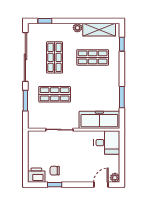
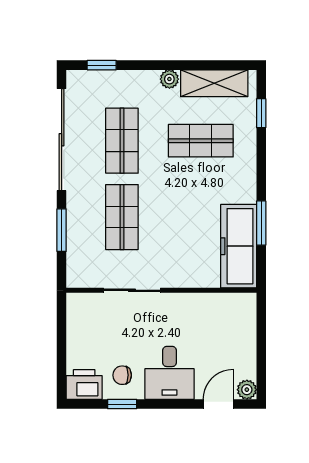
shop shelf: (55, 94) -> (122, 217), turned 90
freezer: (99, 120) -> (239, 246), moved, turned -90
desk: (107, 143) -> (169, 373), moved, turned 90

